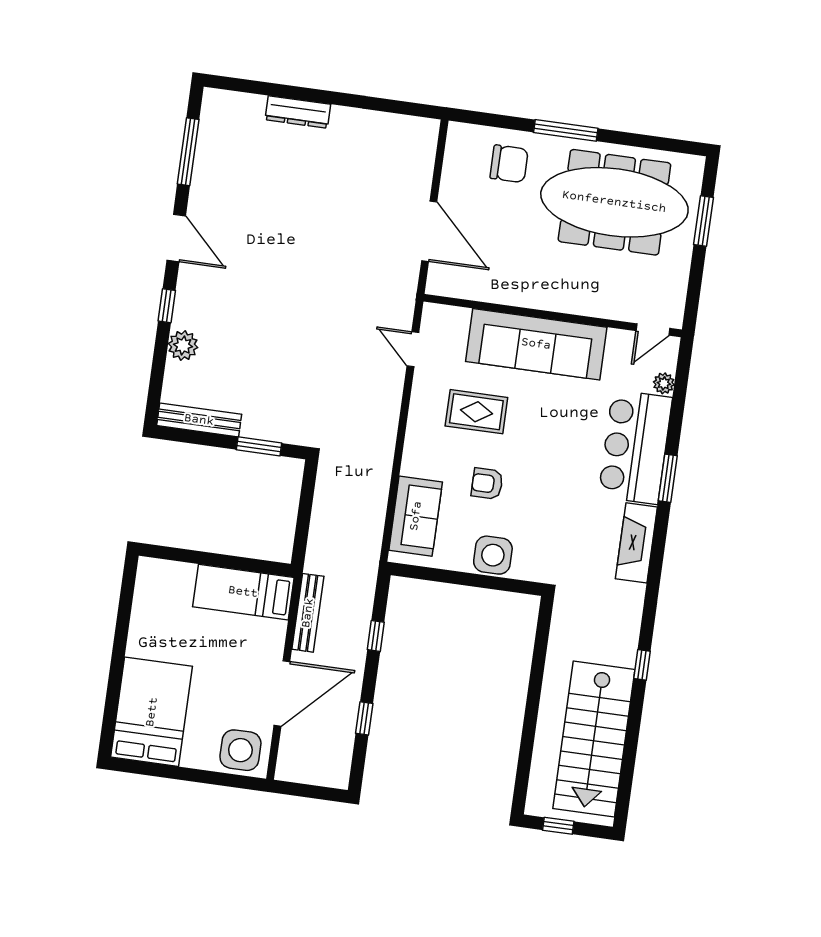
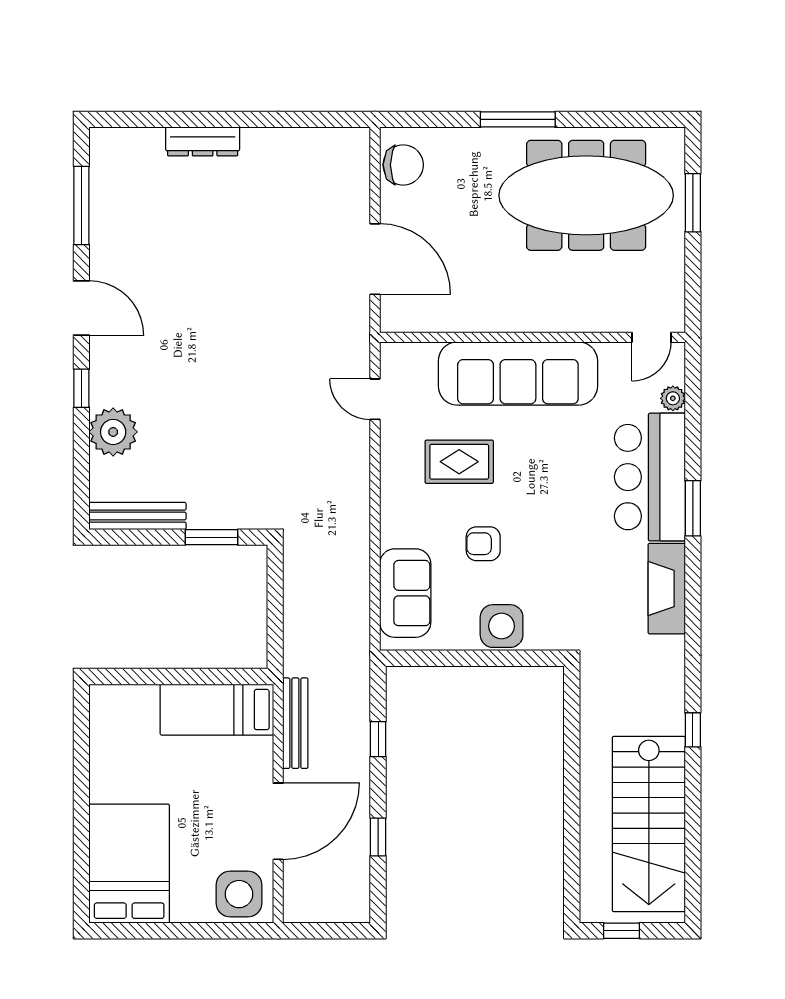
chair: (509, 164) -> (403, 165), moved
plant: (183, 345) -> (113, 432), width x1.36, depth x1.36

